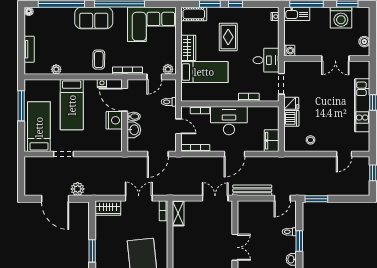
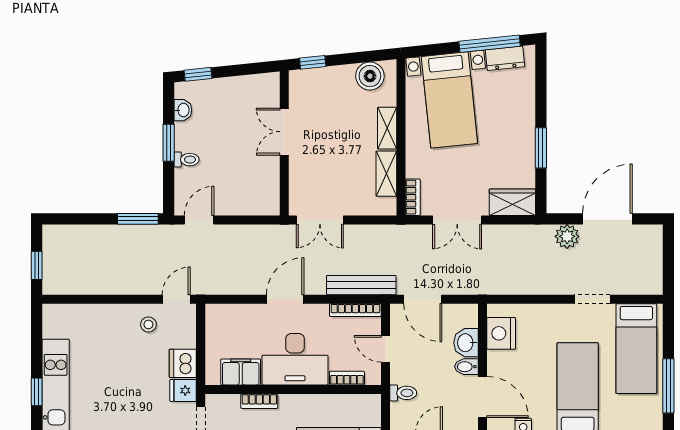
nightstand: (114, 120) -> (501, 333), moved
filing cabinet: (272, 141) -> (241, 372), moved, turned -90
door: (158, 154) -> (423, 299), swing flipped
door: (344, 154) -> (176, 299), moved
bench: (252, 190) -> (361, 285), moved
door: (55, 199) -> (607, 219), hinge flipped
shelving: (178, 213) -> (386, 174), moved
shelving: (178, 249) -> (387, 128), added
window: (92, 251) -> (541, 148), moved

